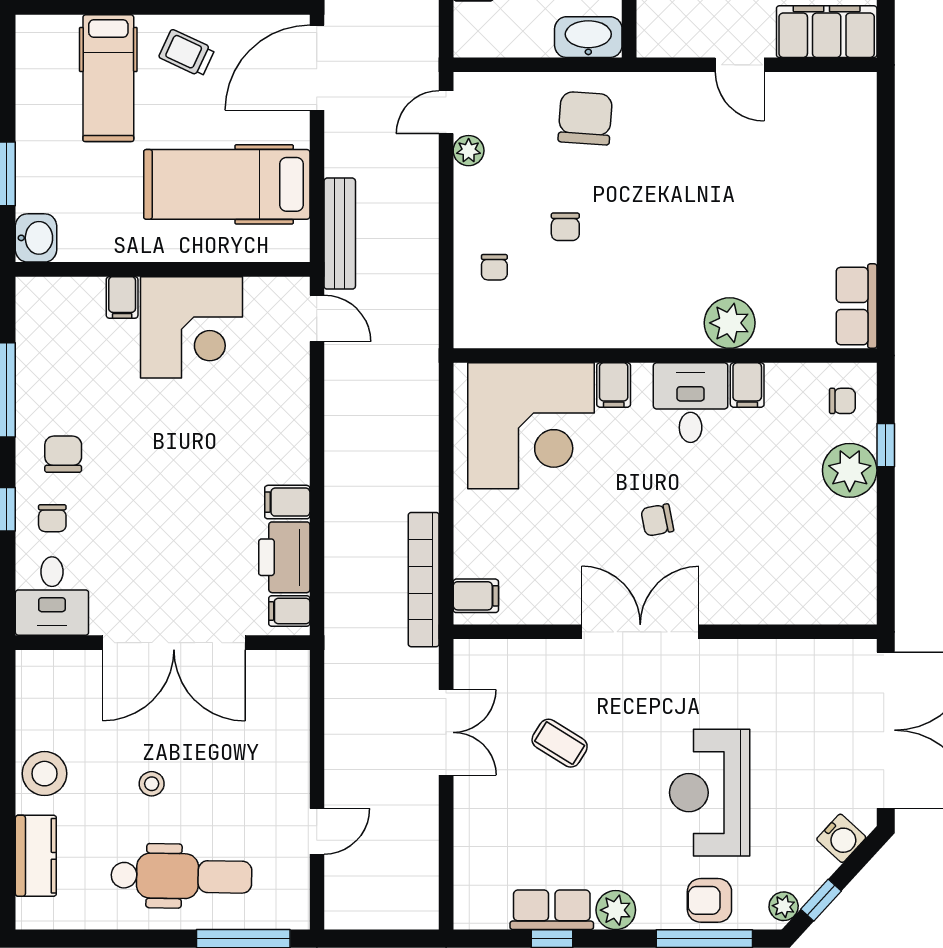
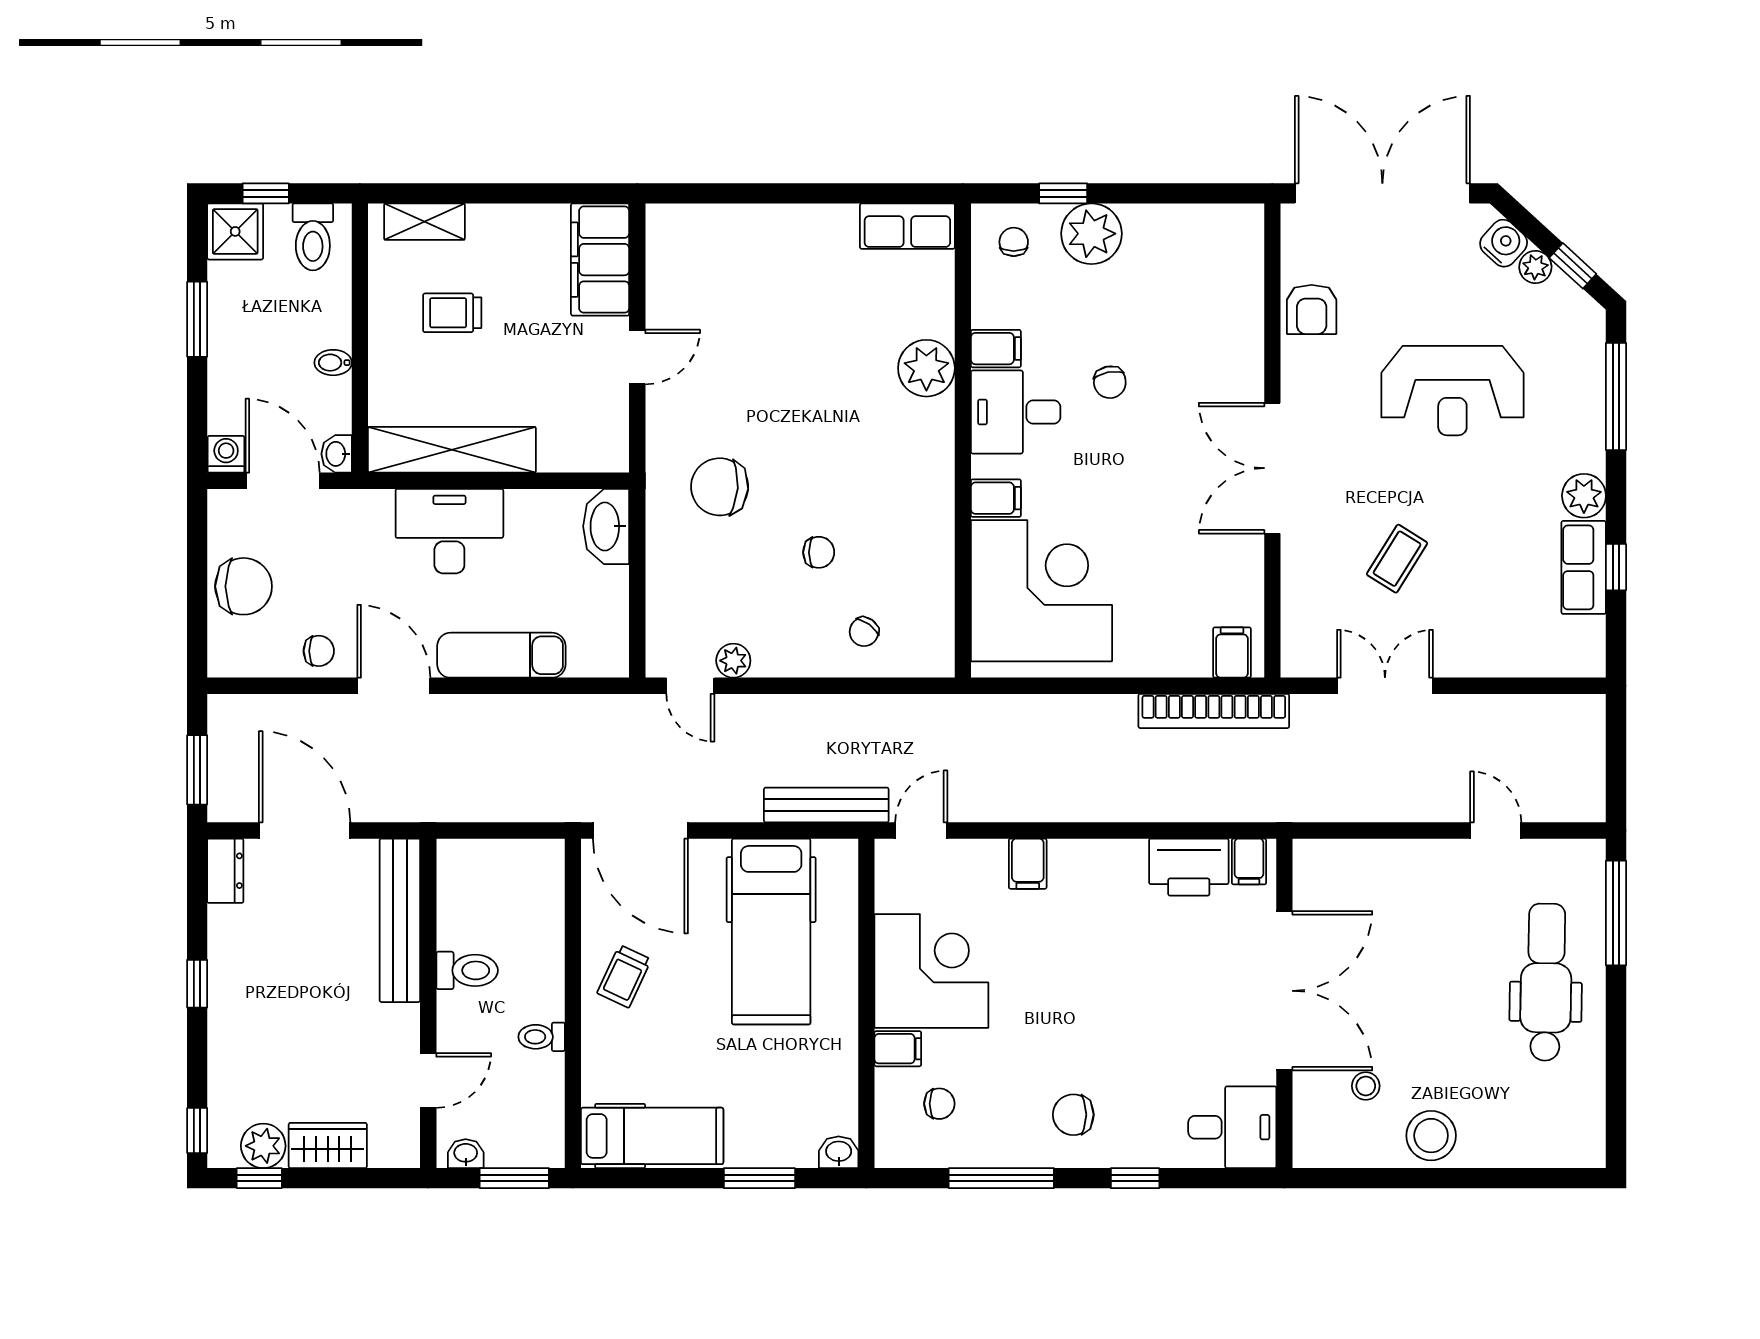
hospital bed: (108, 78) -> (652, 1136), moved
chair: (585, 118) -> (720, 487), moved
washbasin: (36, 238) -> (839, 1152), width x0.72, depth x0.69
chair: (494, 267) -> (864, 632), turned 126
filing cabinet: (287, 502) -> (1028, 864), moved
chair: (52, 518) -> (939, 1104), moved
chair: (657, 520) -> (1110, 382), moved
stool: (152, 784) -> (1366, 1086), moved
kitchen counter: (36, 856) -> (1523, 1145), removed
armchair: (709, 900) -> (1312, 309), moved
plant: (784, 906) -> (1535, 267), moved

